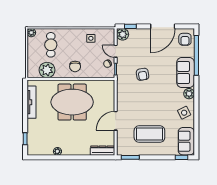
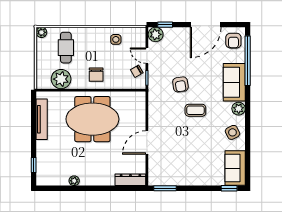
coffee table: (149, 134) -> (195, 110), moved, width x0.54, depth x0.58

